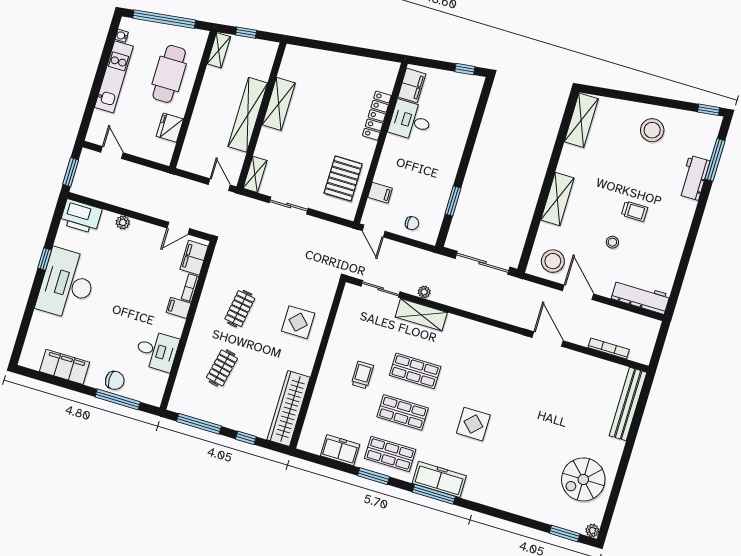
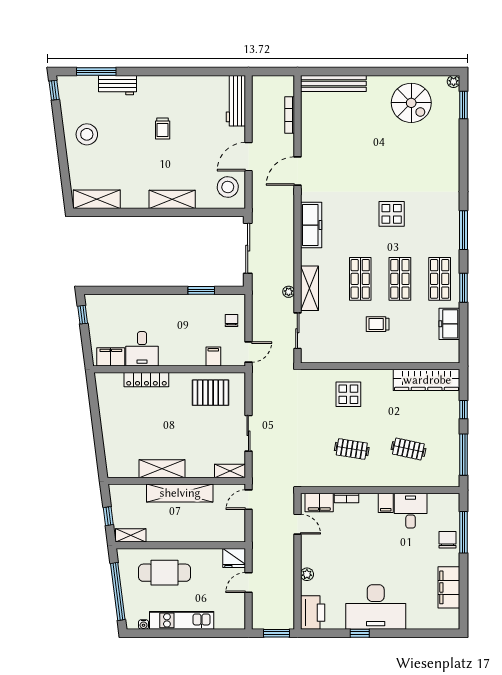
fridge: (170, 128) -> (234, 558), moved
door: (112, 152) -> (248, 582), moved
trolley: (635, 211) -> (163, 129), turned 180
stool: (612, 242) -> (195, 140), removed
filing cabinet: (179, 308) -> (386, 503), moved
freezer: (439, 479) -> (311, 225), moved, turned 180

